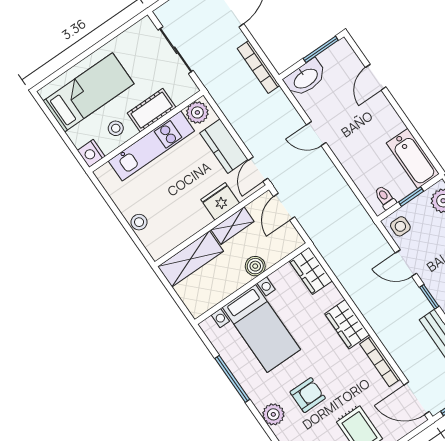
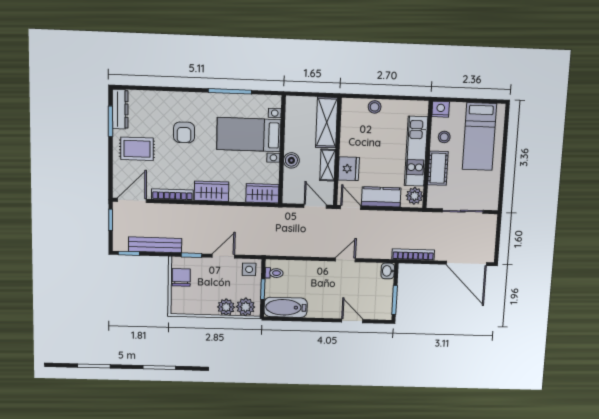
washbasin: (305, 78) -> (388, 271), width x0.52, depth x0.69
plant: (273, 414) -> (187, 101), removed

